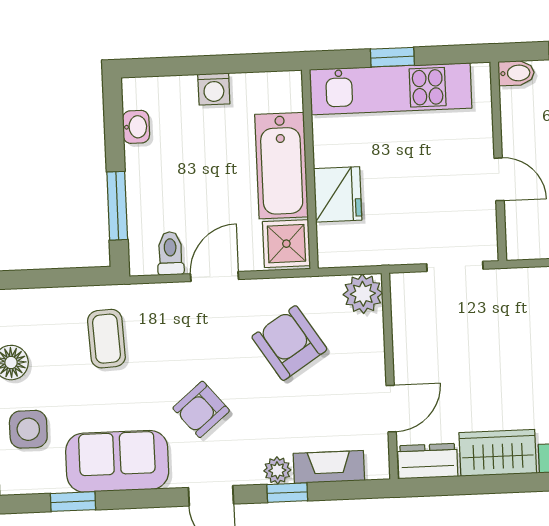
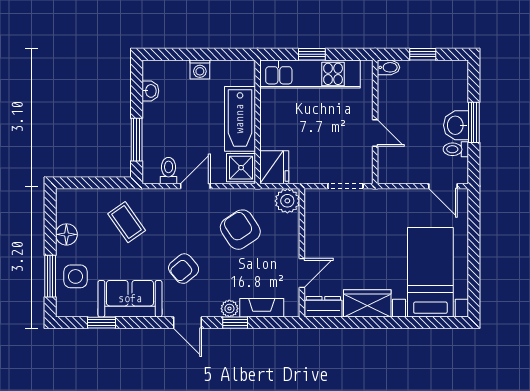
fridge: (338, 194) -> (274, 167), moved
coffee table: (106, 339) -> (127, 222), turned -32

